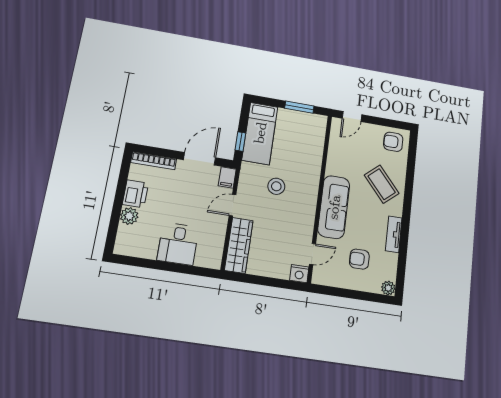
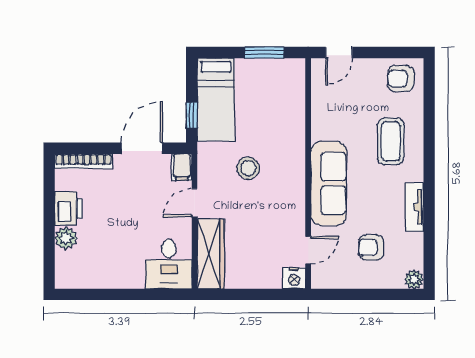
coffee table: (382, 184) -> (391, 141), turned 41
desk: (178, 244) -> (169, 264), moved

